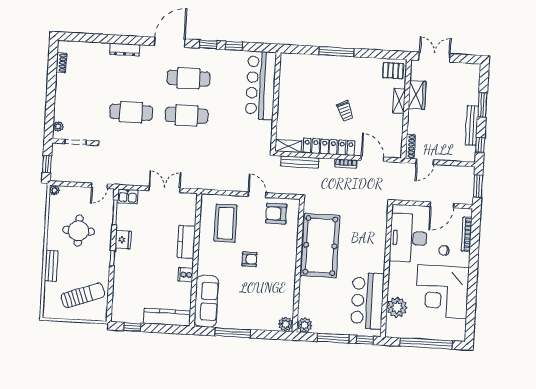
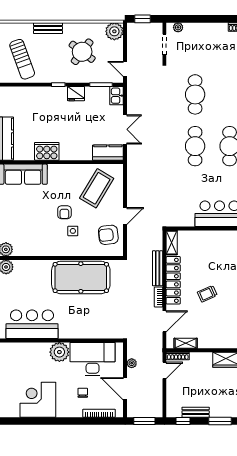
shelving: (399, 101) -> (186, 343), moved
bench: (472, 125) -> (196, 412), width x0.73
bench: (300, 162) -> (158, 268), moved
door: (425, 162) -> (164, 370), swing flipped
plant: (54, 190) -> (114, 31), width x1.88, depth x1.88
plant: (415, 196) -> (132, 363), added
armchair: (276, 214) -> (108, 235), turned -96
coffee table: (226, 223) -> (97, 188), turned -59
round table: (79, 231) -> (82, 52), turned 36
kitchen counter: (186, 242) -> (108, 153), moved
side table: (270, 251) -> (73, 231), added
cooker: (185, 275) -> (47, 151), width x1.87, depth x1.31
corner desk: (442, 292) -> (38, 400), width x0.74, depth x0.74
plant: (397, 307) -> (59, 352), moved

